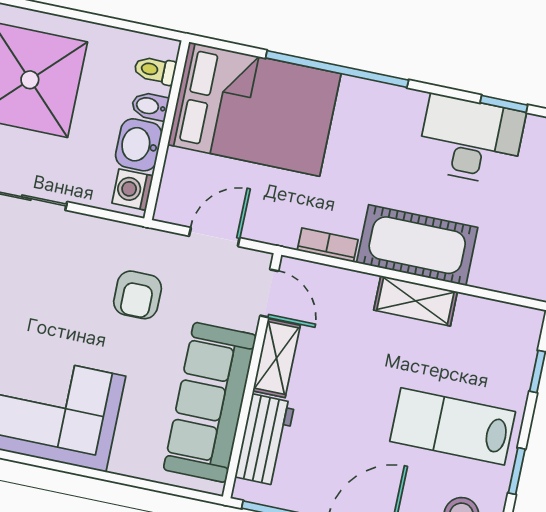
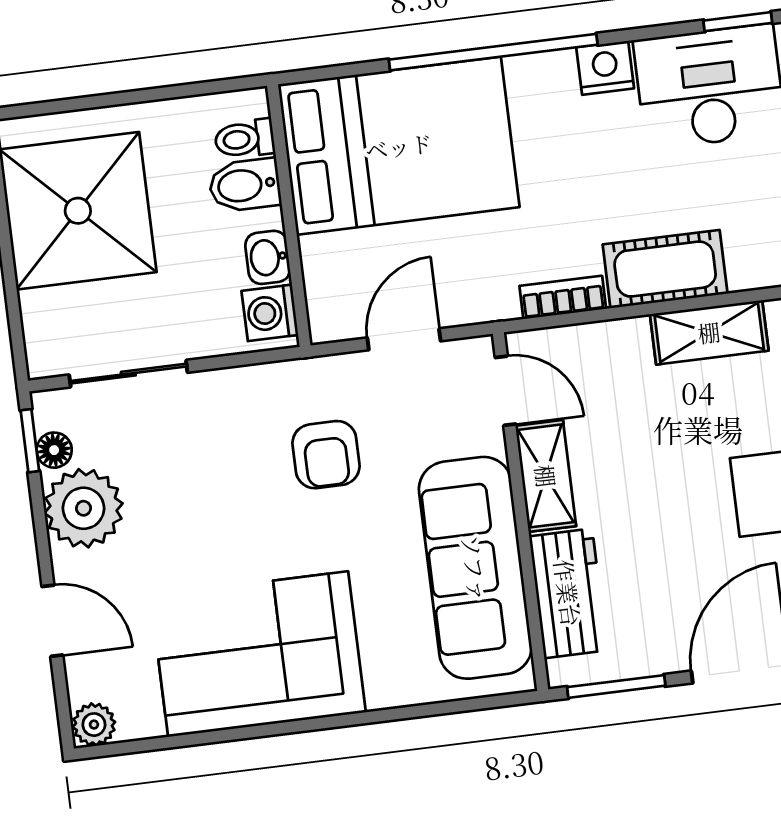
nightstand: (407, 104) -> (605, 68), added
bidet: (150, 106) -> (245, 185), width x1.38, depth x1.36
washbasin: (139, 145) -> (268, 257), width x0.72, depth x0.69
cot: (417, 245) -> (665, 269), width x0.73, depth x0.75

